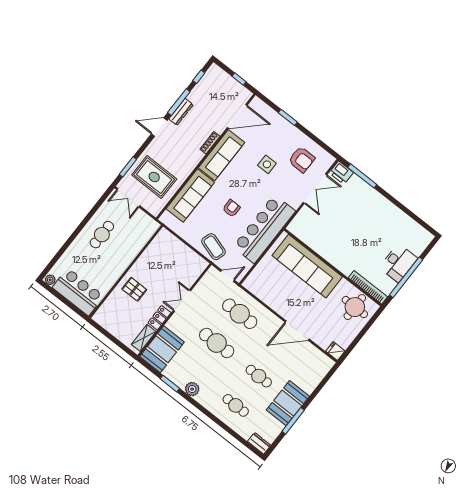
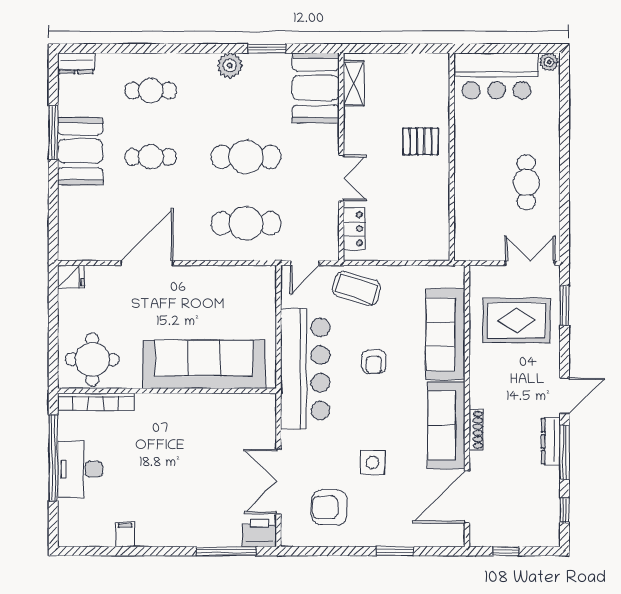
filing cabinet: (401, 219) -> (125, 534), added
locker: (159, 318) -> (354, 229), moved

